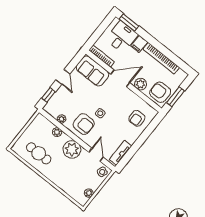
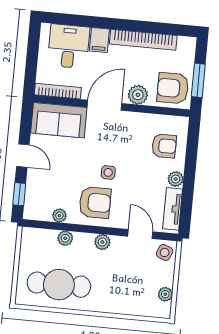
window: (129, 22) -> (65, 19), removed
armchair: (137, 118) -> (164, 146), turned -90
plant: (132, 139) -> (176, 179), added
plant: (72, 149) -> (102, 242), width x0.53, depth x0.53
cafe table: (39, 153) -> (59, 285), width x1.37, depth x1.35

